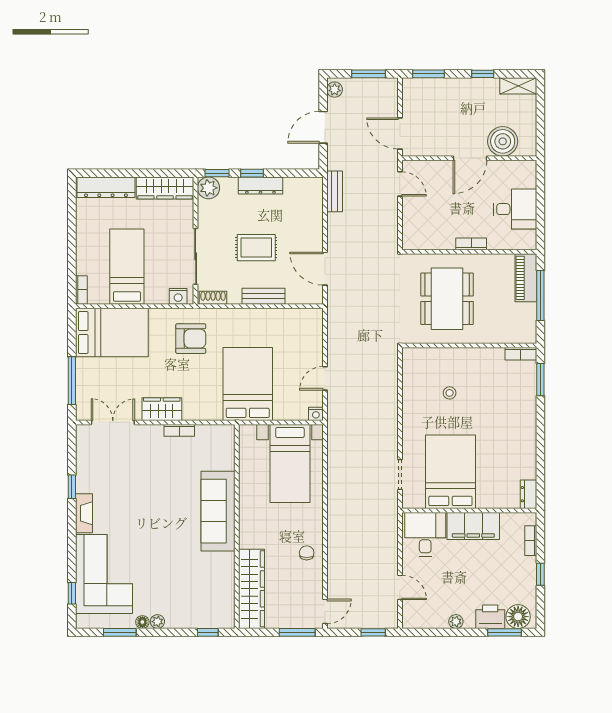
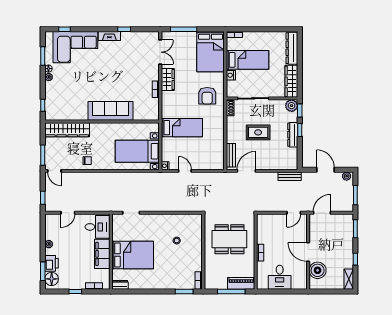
rug: (256, 248) -> (258, 132), turned 90
nightstand: (178, 296) -> (231, 75), moved
bench: (263, 296) -> (231, 155), moved
bed: (248, 384) -> (182, 128), width x0.67
bed: (450, 472) -> (133, 255), moved

